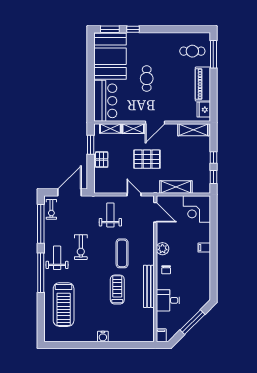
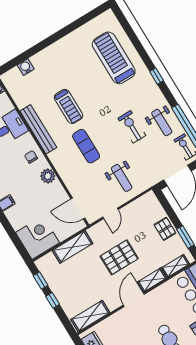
door: (134, 195) -> (110, 213), hinge flipped
weight bench: (57, 258) -> (162, 122), moved
window: (41, 273) -> (157, 76), width x0.32
water cooler: (103, 337) -> (26, 67), moved

